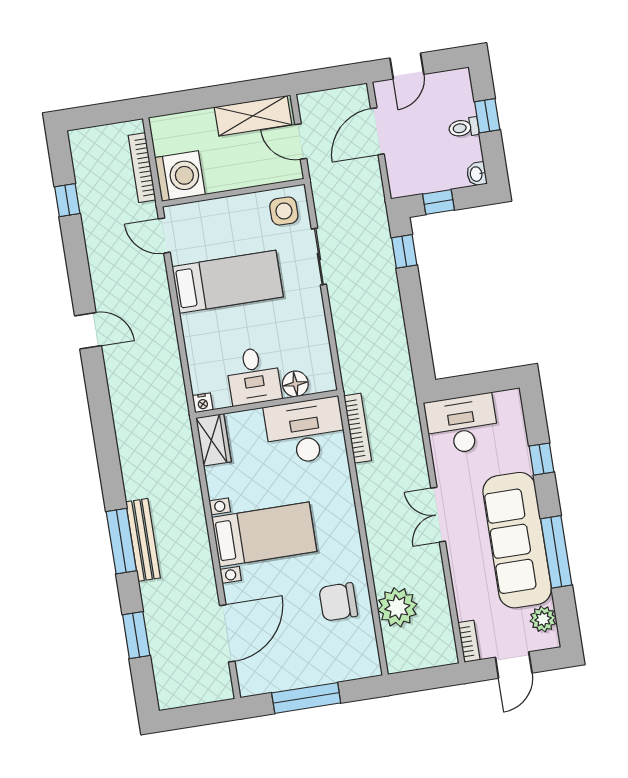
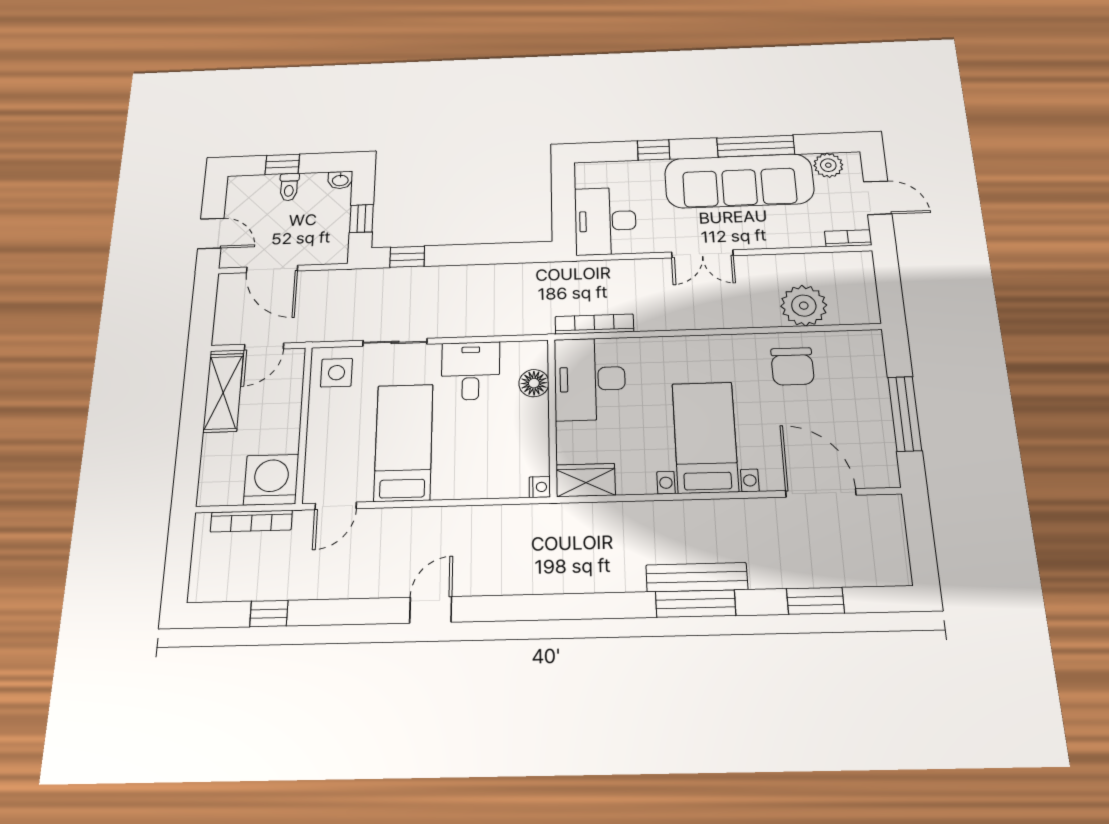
desk: (253, 376) -> (471, 371), moved, turned -90

